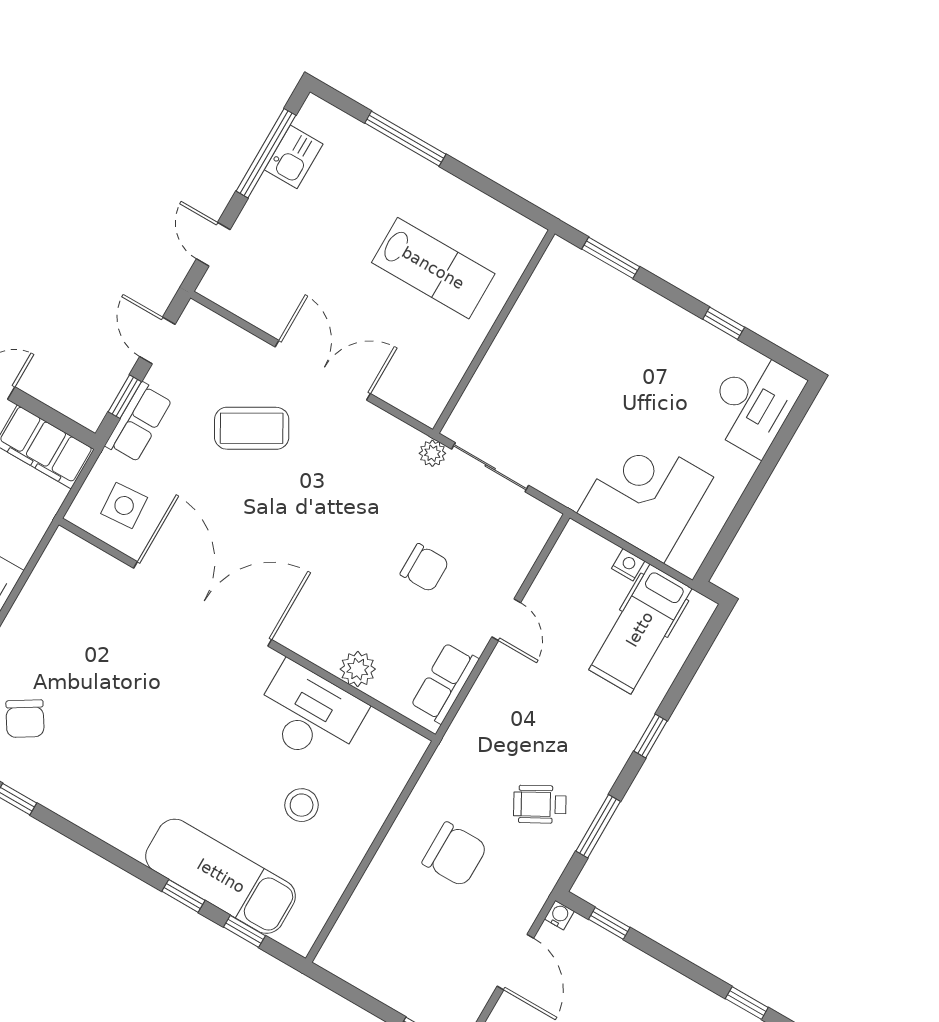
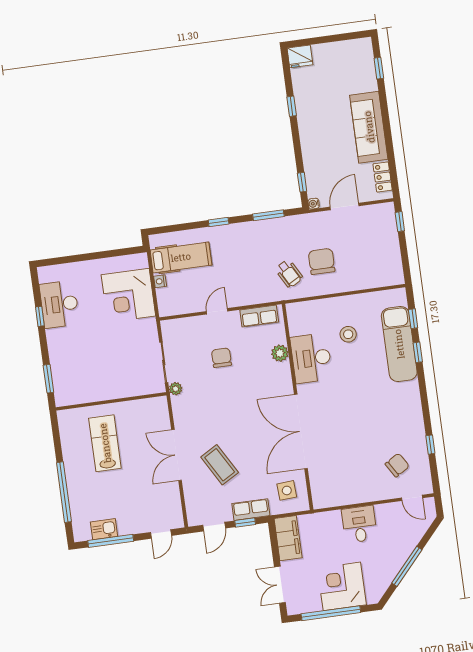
window: (405, 139) -> (64, 492), width x1.46
desk: (754, 402) -> (59, 304), moved, turned -90
wheelchair: (540, 804) -> (289, 274), moved

